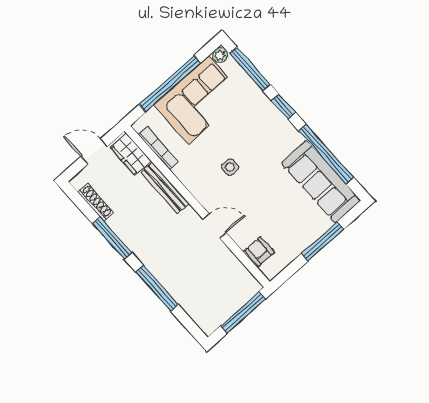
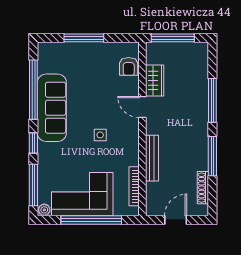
door: (94, 151) -> (176, 220), swing flipped
wardrobe: (131, 154) -> (155, 81), moved
sofa: (321, 182) -> (52, 108), moved

